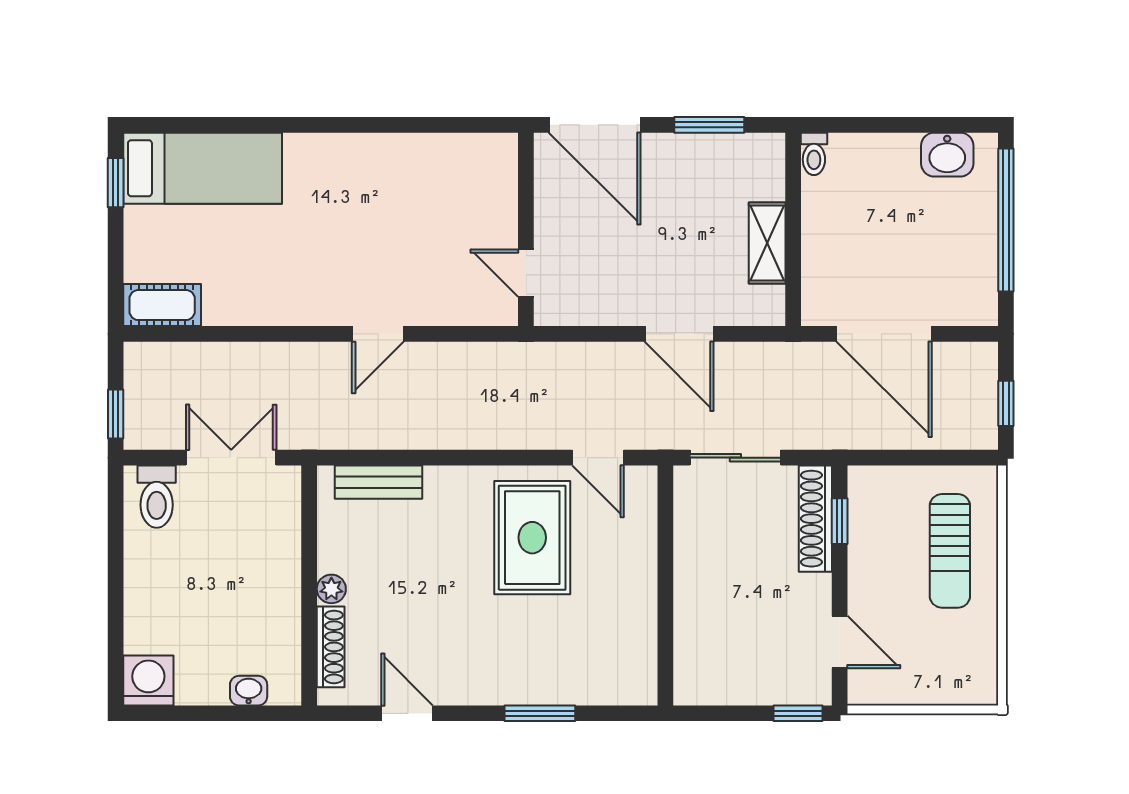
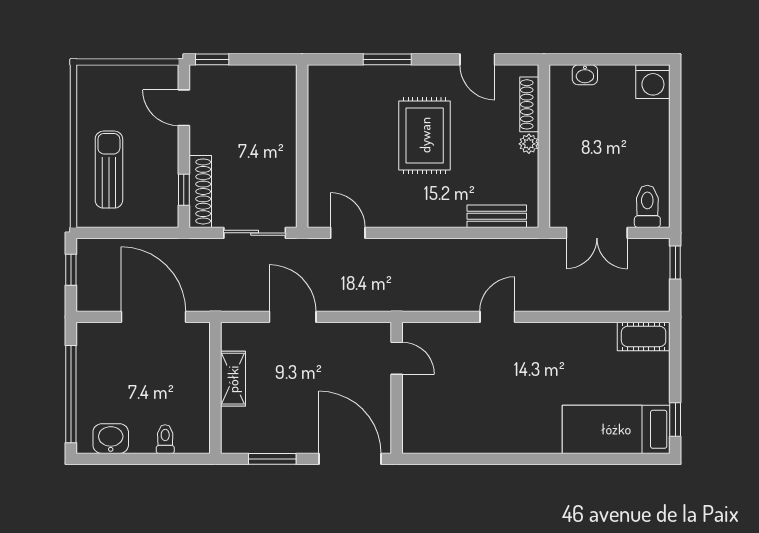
toilet: (814, 154) -> (165, 439), moved
rug: (532, 538) -> (425, 135), moved

